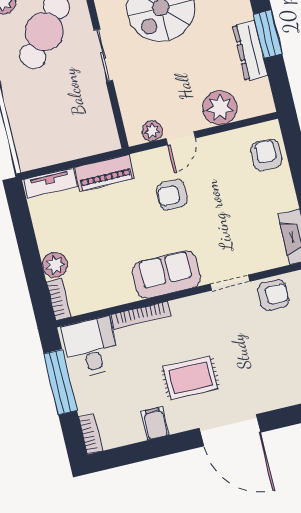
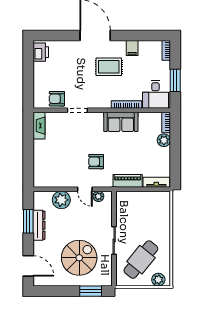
window: (268, 34) -> (28, 221), moved
door: (181, 138) -> (85, 189), swing flipped
armchair: (266, 155) -> (44, 170), removed
armchair: (172, 195) -> (96, 162), turned 180
sofa: (166, 275) -> (121, 122), moved
window: (60, 382) -> (175, 80), width x0.69

